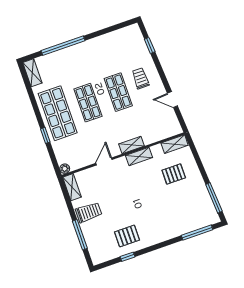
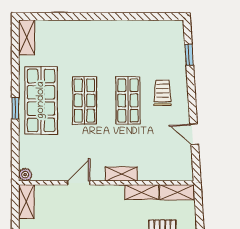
window: (63, 46) -> (78, 16), removed
window: (45, 135) -> (15, 108), moved
shelving: (139, 156) -> (142, 192), moved

